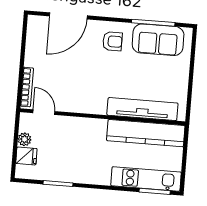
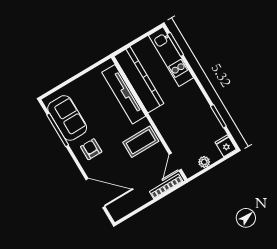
coffee table: (86, 93) -> (141, 142), added
fridge: (26, 156) -> (226, 146), moved

